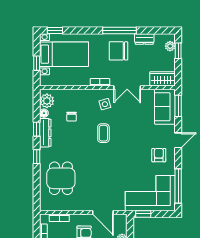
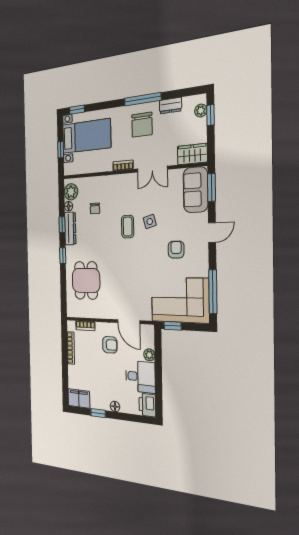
chair: (118, 51) -> (142, 125), turned -90
side table: (105, 104) -> (150, 222), moved
armchair: (159, 155) -> (176, 250), moved

